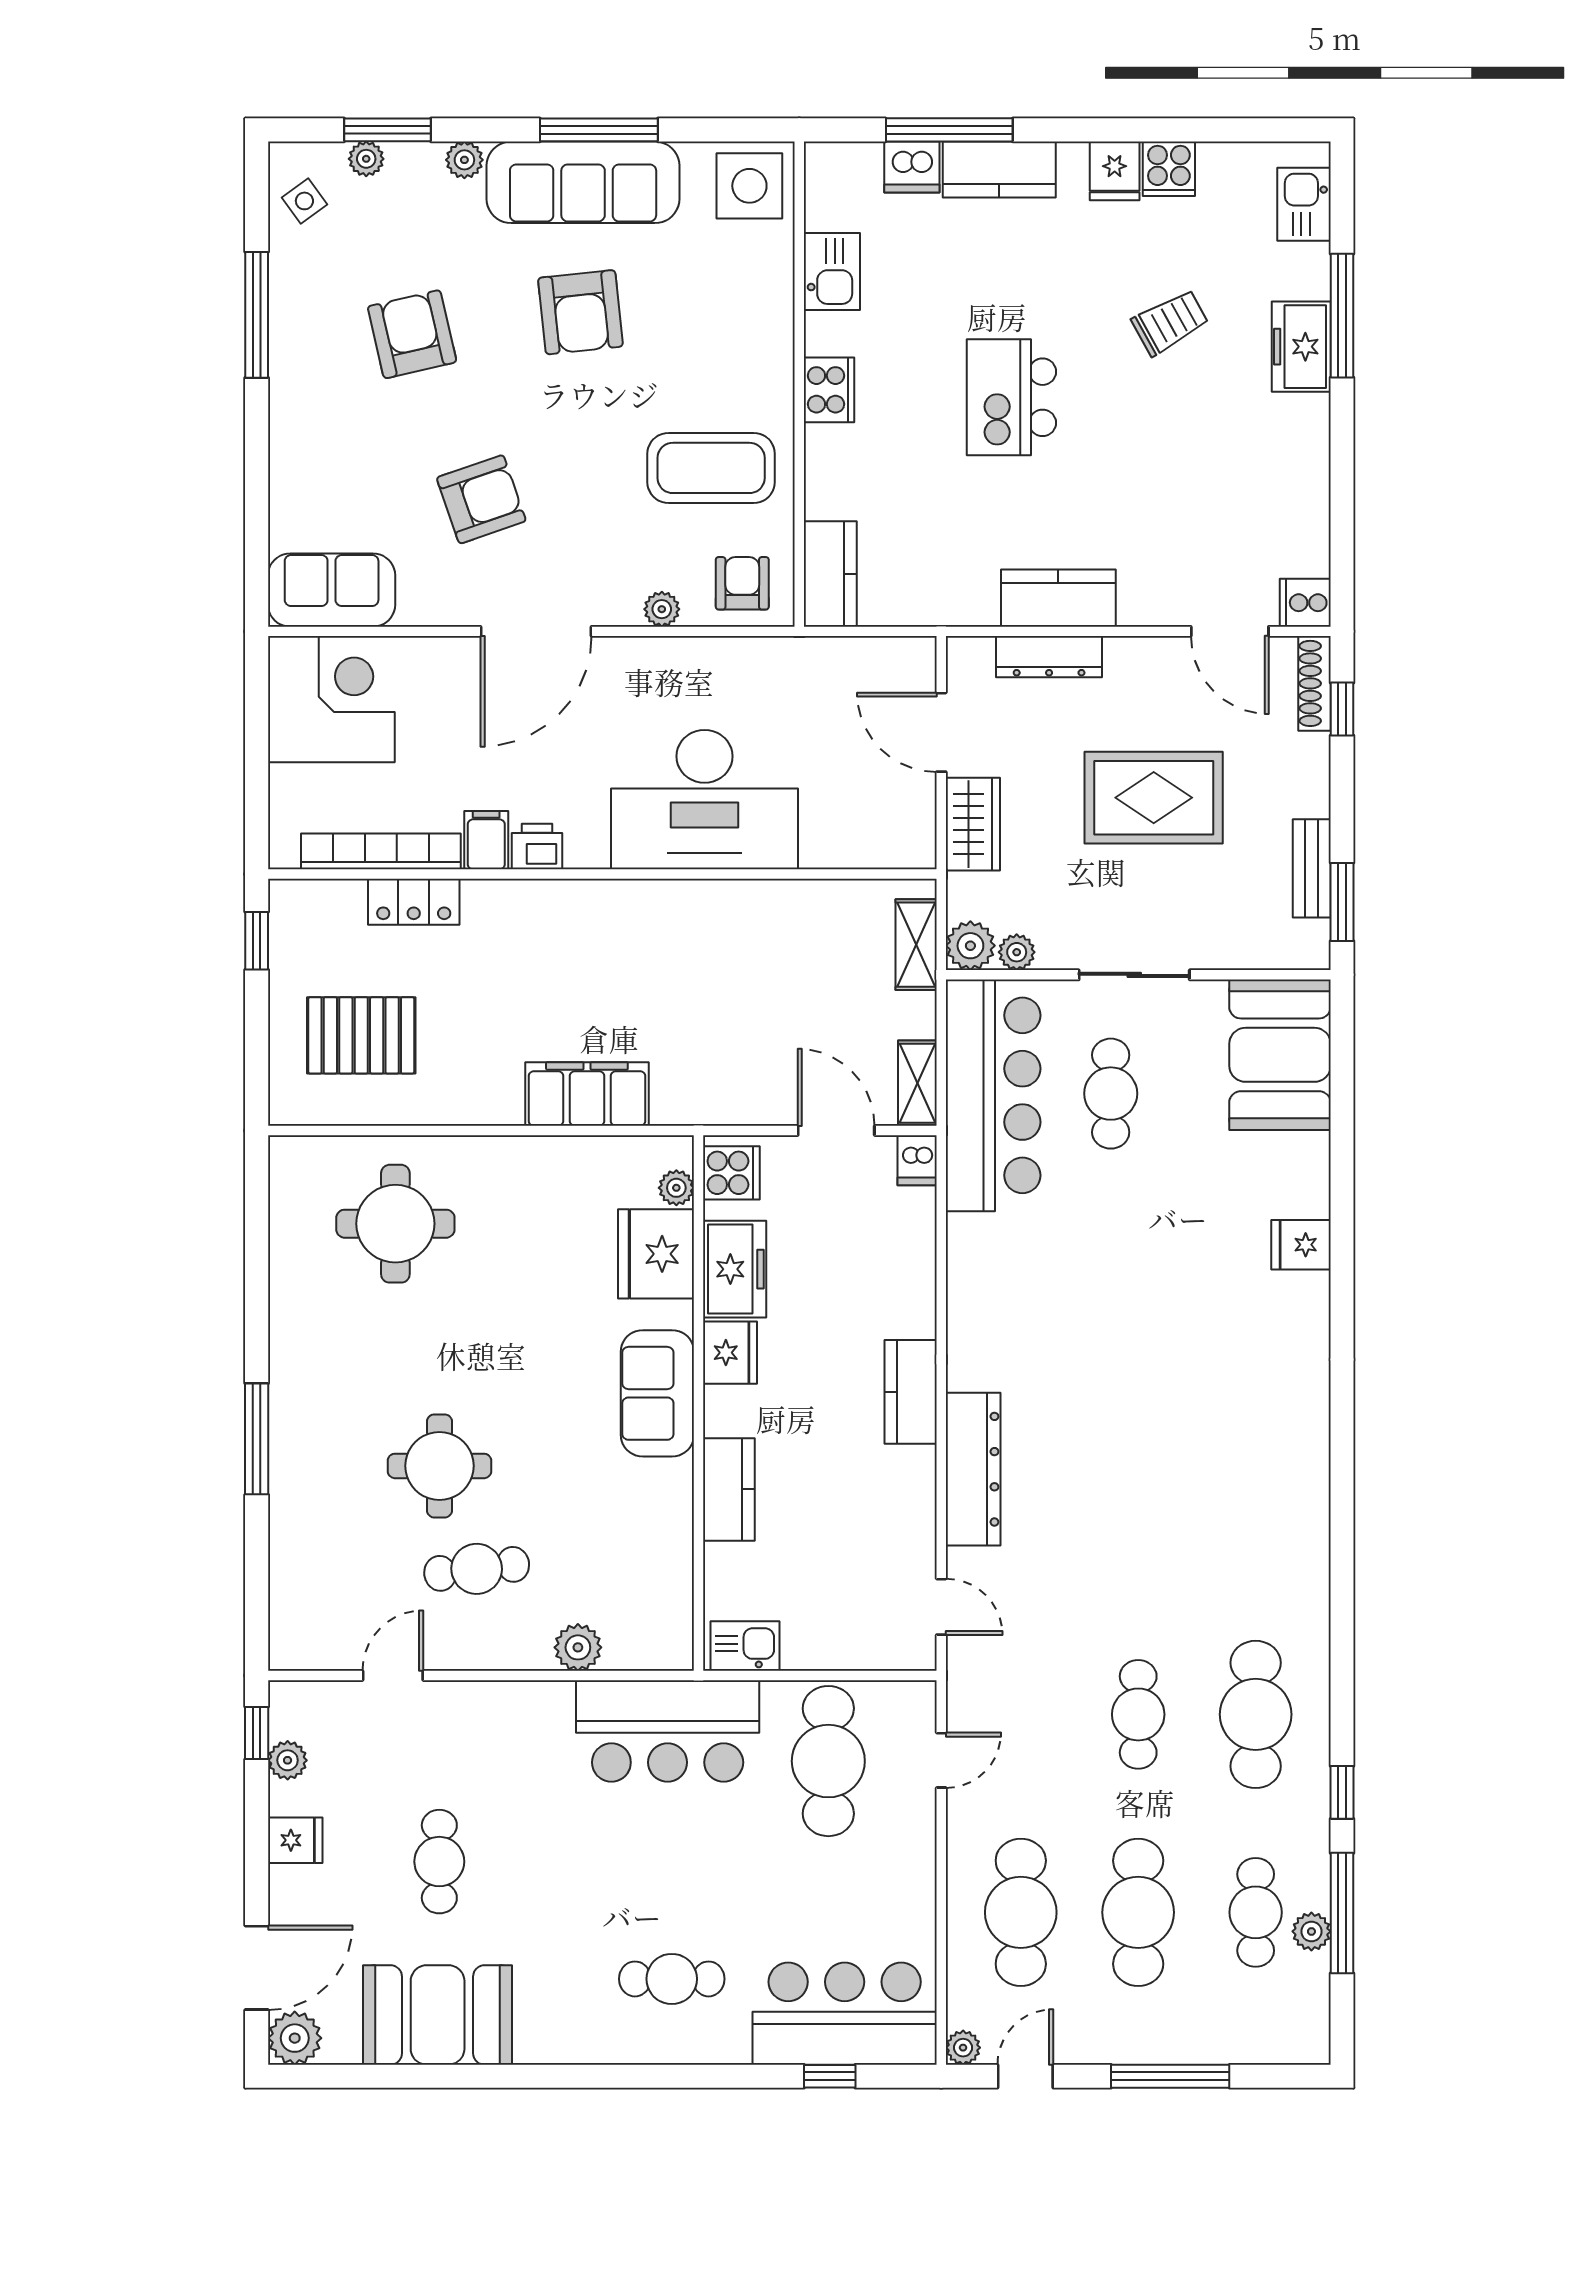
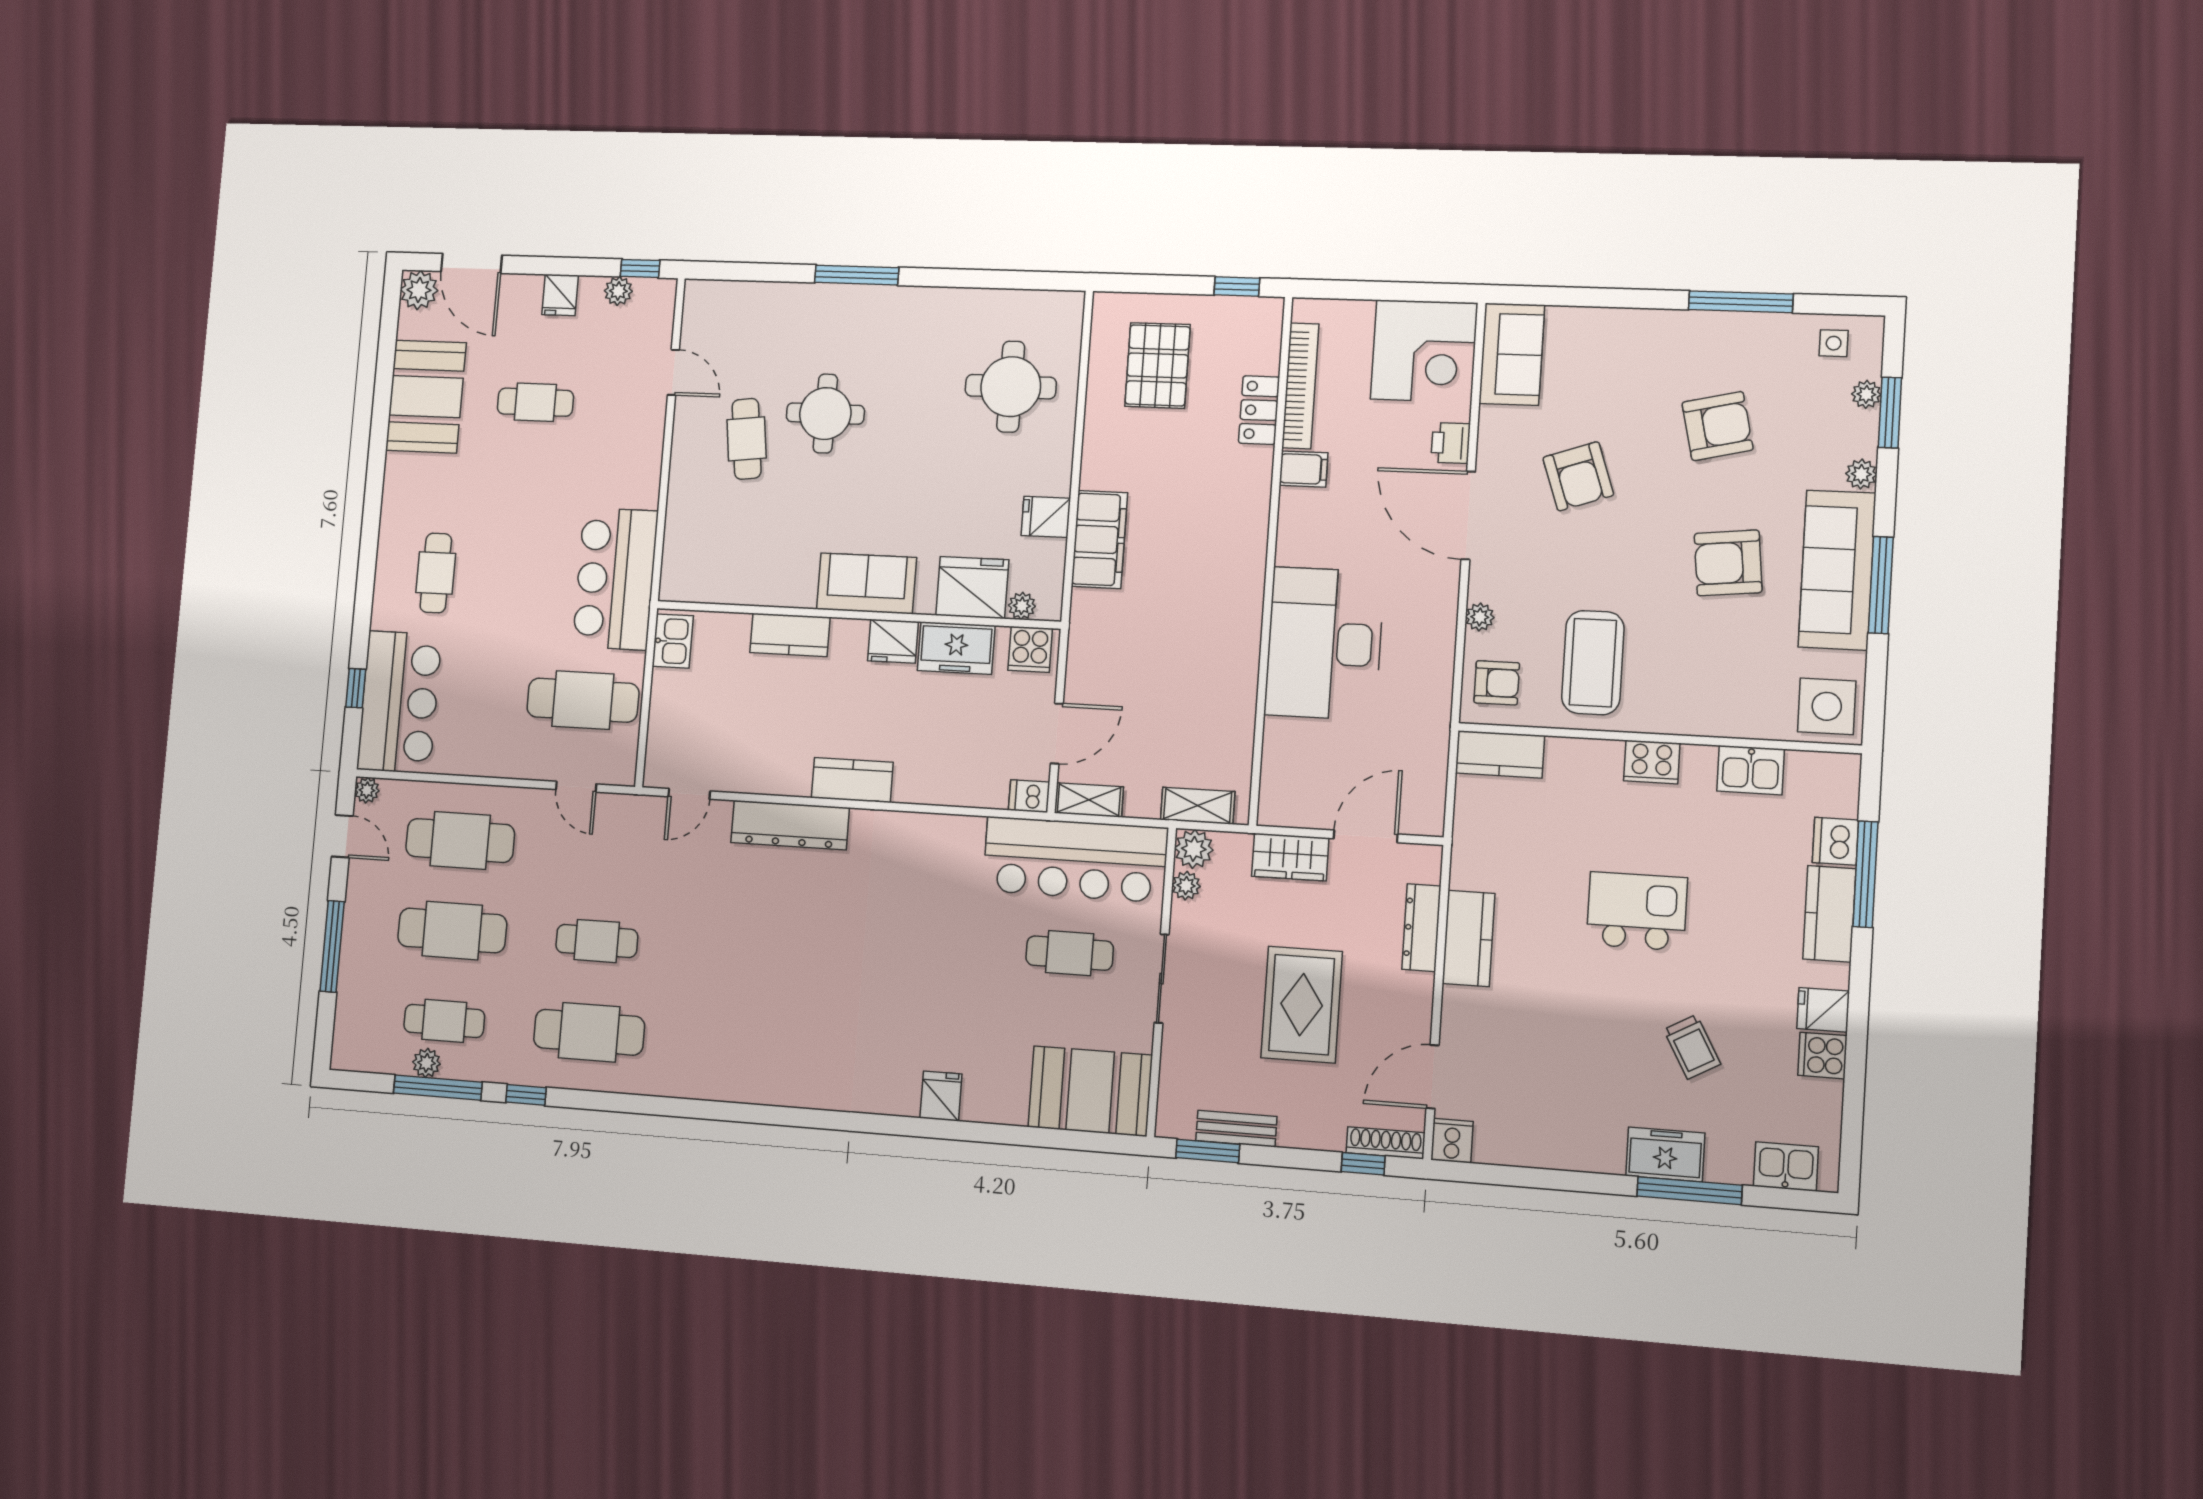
side table: (304, 201) -> (1834, 343), turned 36
printer: (537, 847) -> (1451, 443), moved, turned 180
fridge: (561, 1165) -> (1046, 517), added
plant: (578, 1647) -> (682, 513), removed

